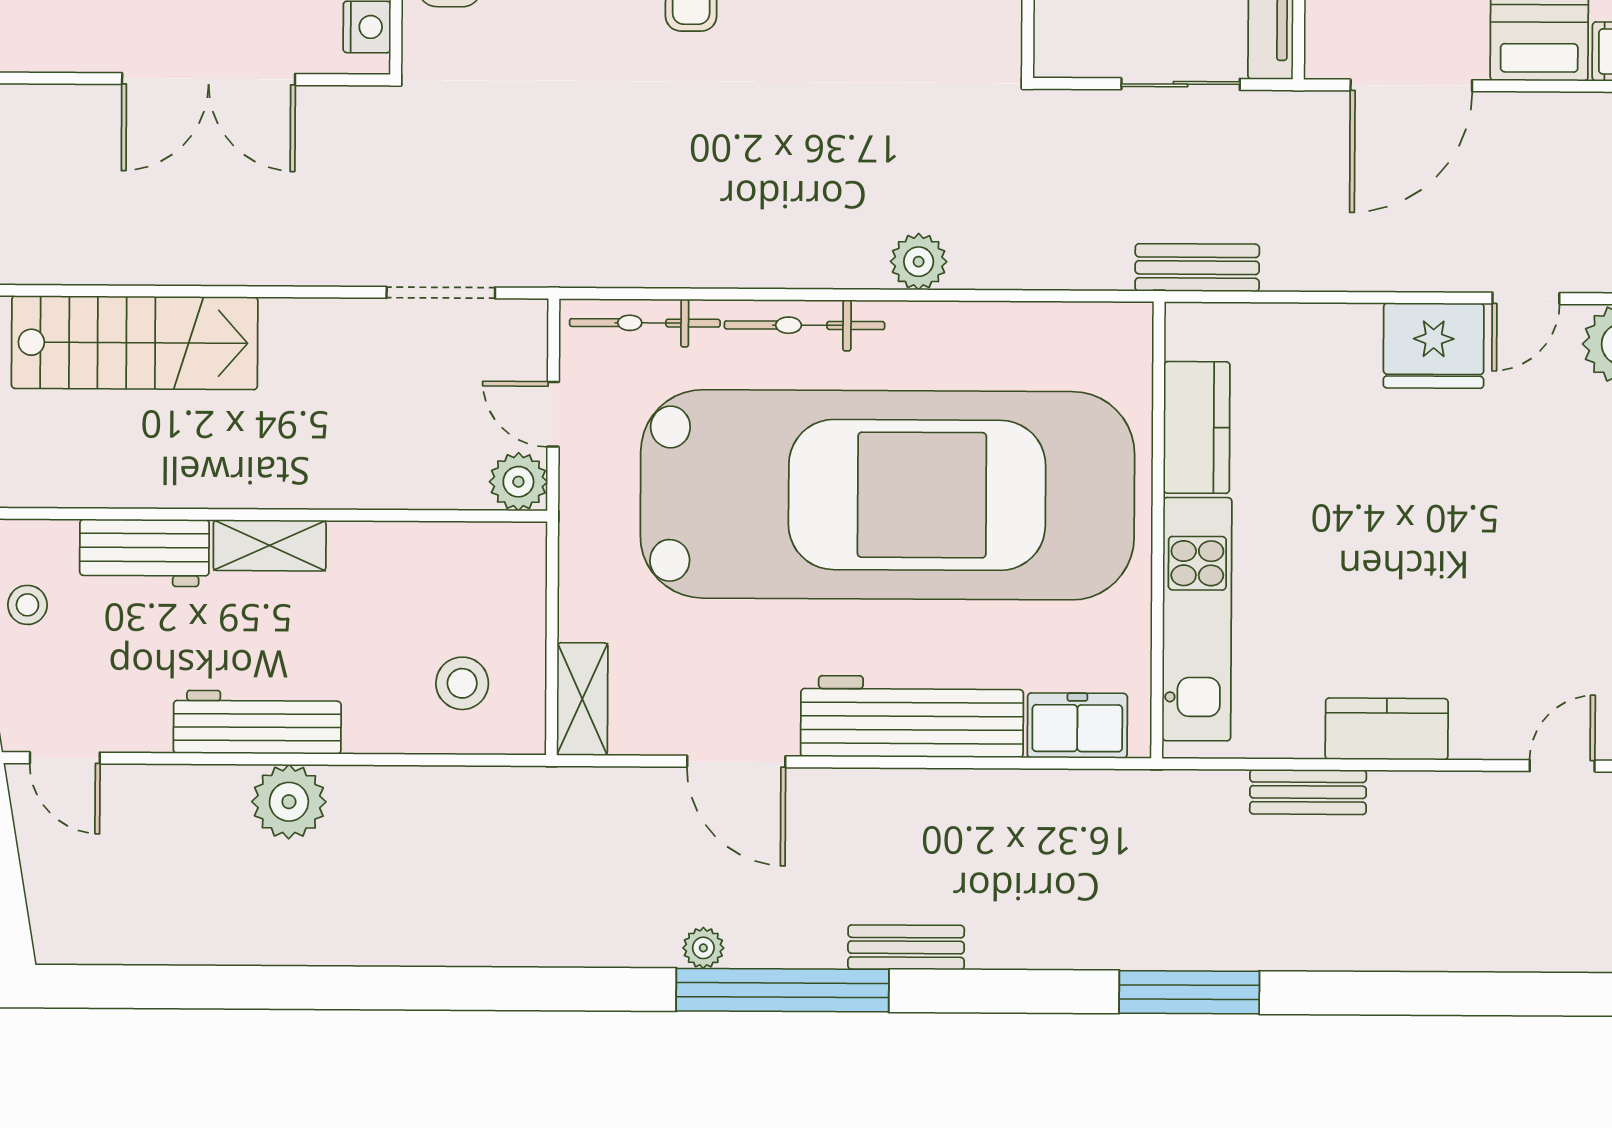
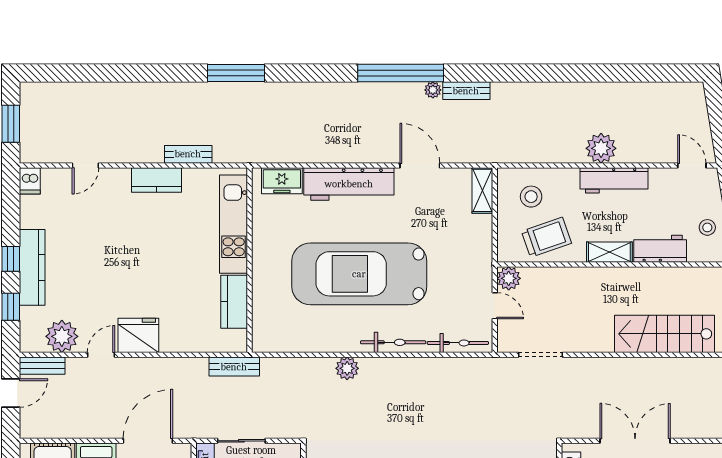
car: (887, 495) -> (359, 274), width x0.73, depth x0.67
trolley: (425, 583) -> (546, 237), added
bench: (906, 947) -> (466, 91), moved

